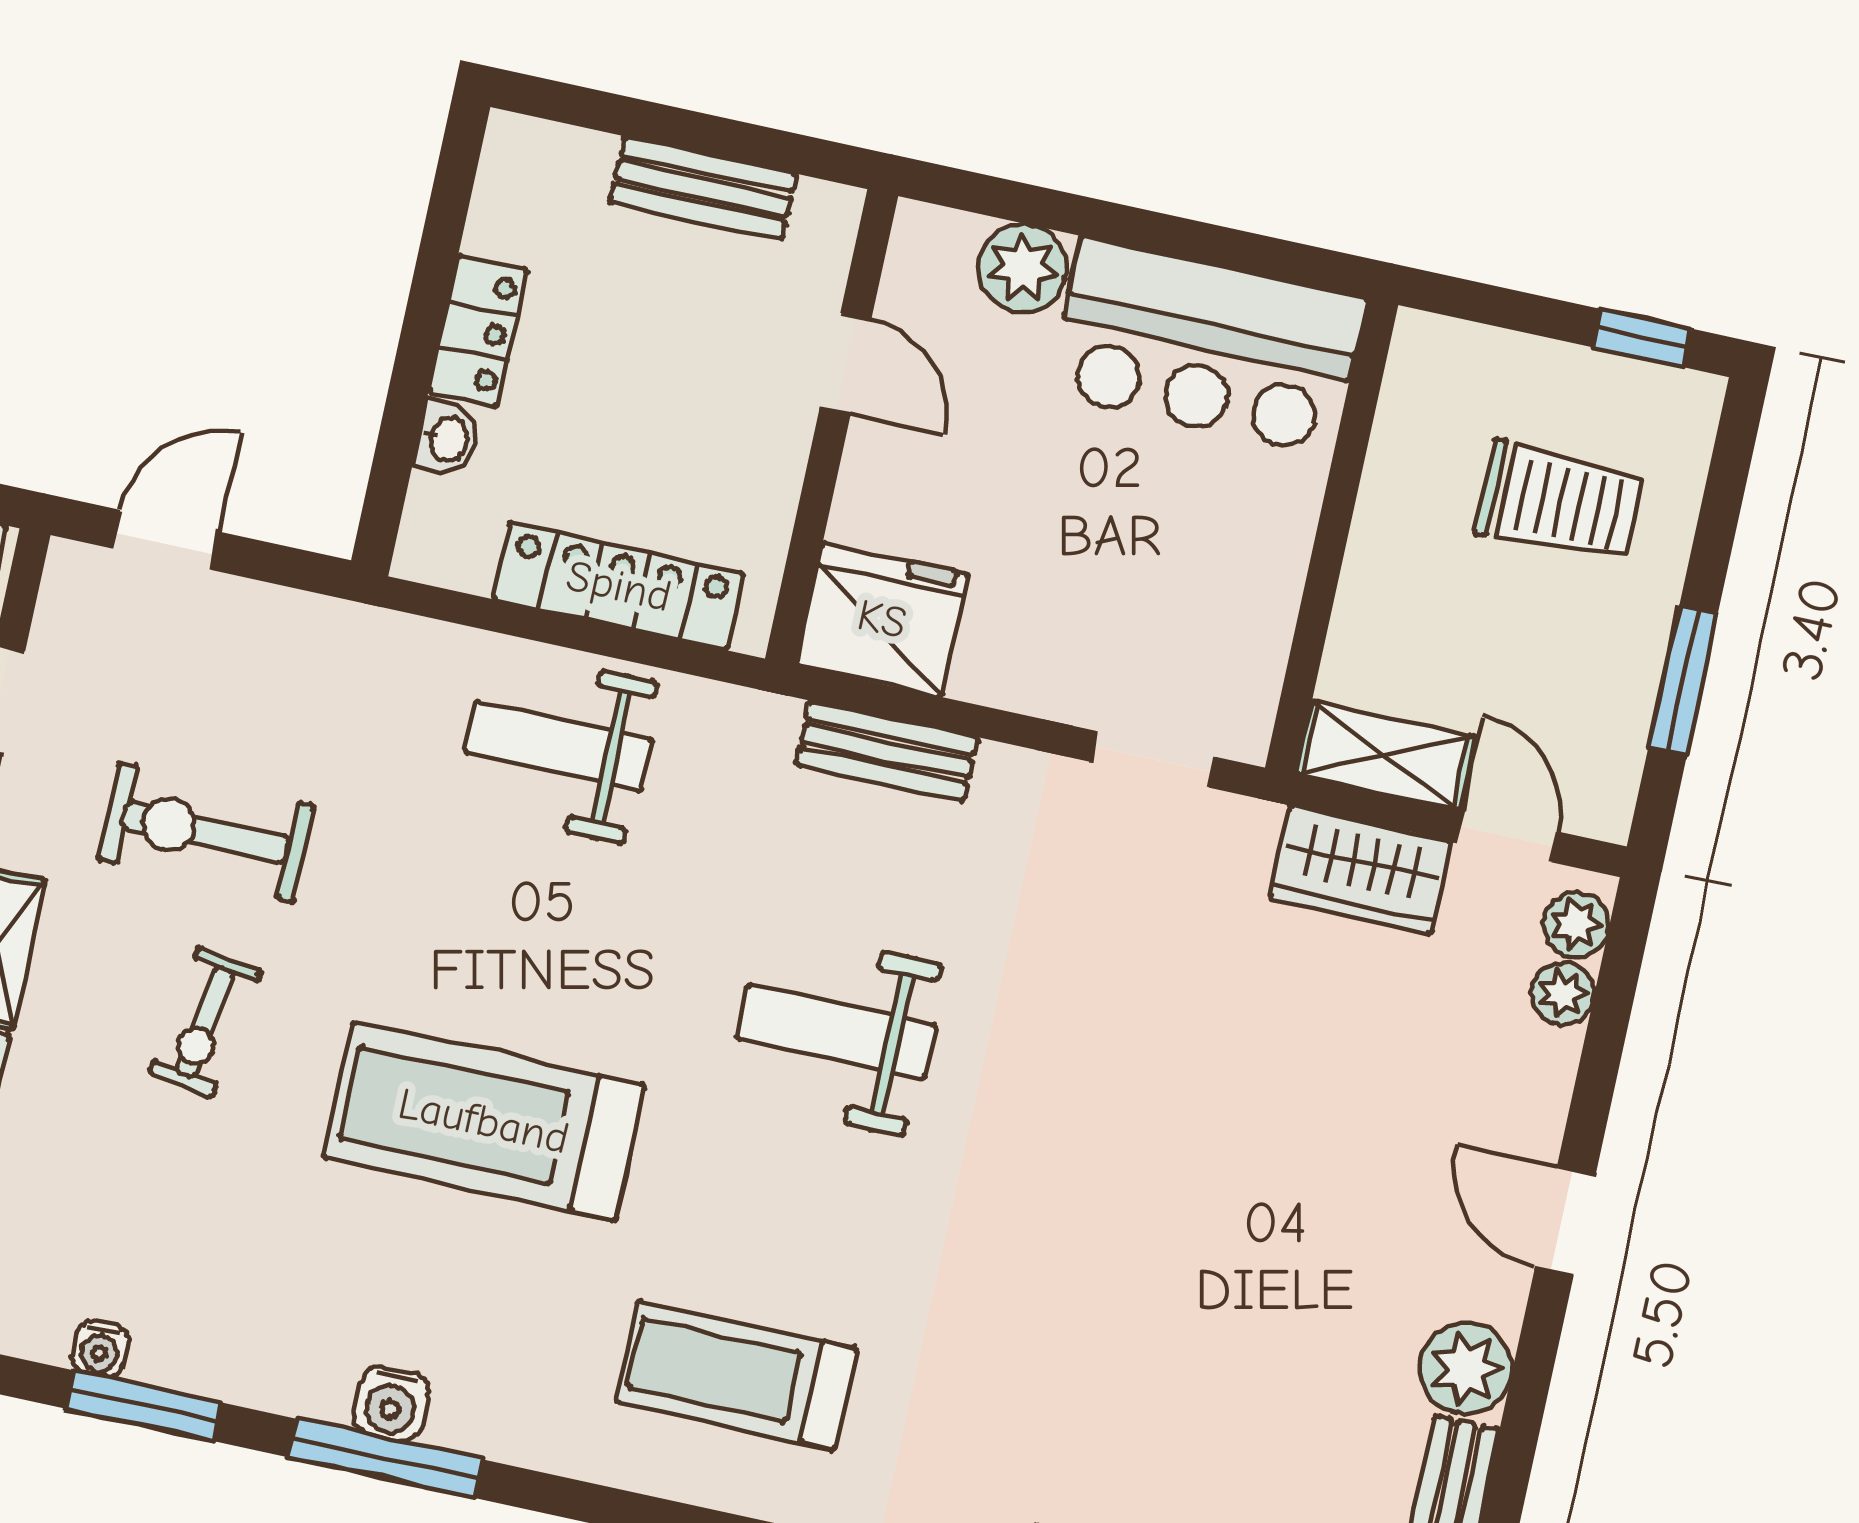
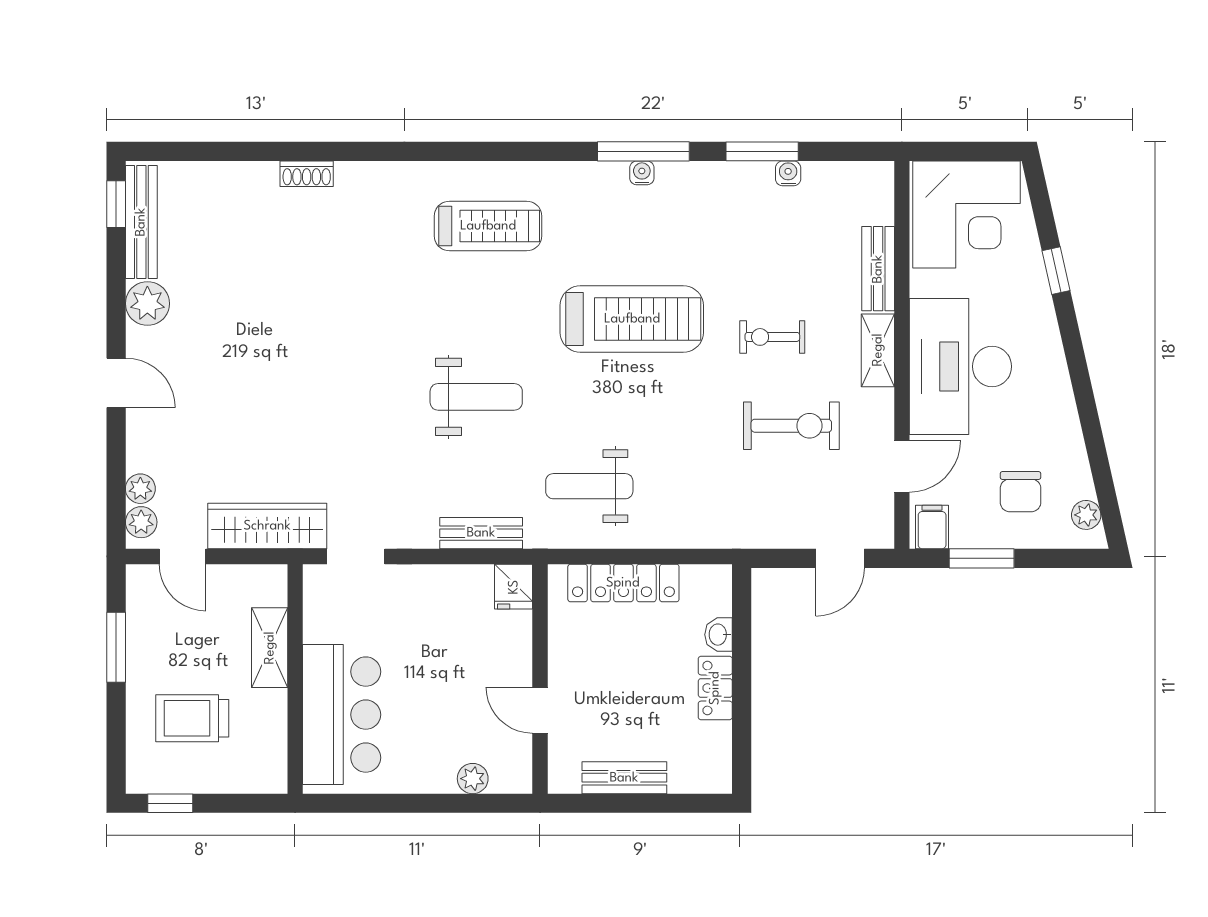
plant: (1023, 268) -> (473, 779), width x0.73, depth x0.73
bar counter: (1207, 347) -> (342, 715), moved, turned 90
fridge: (882, 619) -> (514, 587), width x0.53, depth x0.75
weight bench: (559, 746) -> (589, 486), moved, turned 180
shelving: (1386, 755) -> (270, 648), moved, turned 90
wardrobe: (1361, 870) -> (267, 526), width x1.50
exercise bike: (205, 1022) -> (772, 337), turned -99
water cooler: (391, 1404) -> (642, 173), width x0.72, depth x0.72

